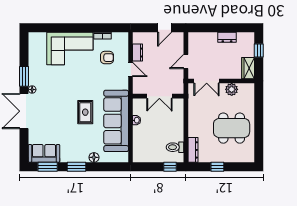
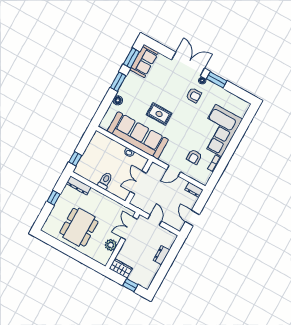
dresser: (227, 37) -> (161, 255), moved
dresser: (138, 53) -> (194, 190), moved
armchair: (50, 90) -> (194, 95), added
toilet: (175, 147) -> (105, 181), moved

